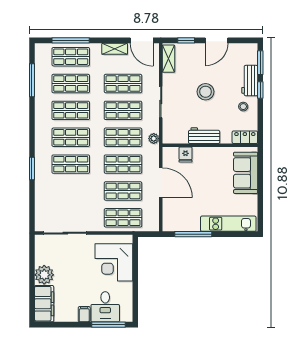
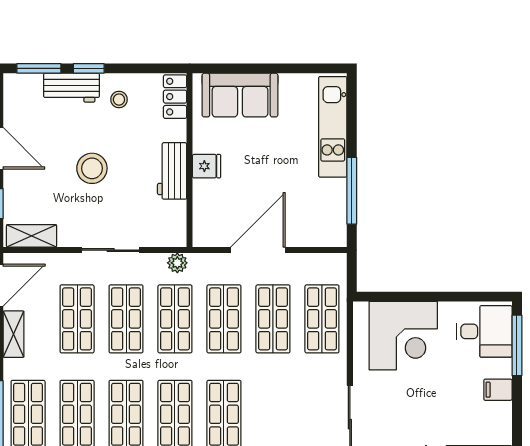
fridge: (185, 155) -> (207, 166), moved
desk: (105, 307) -> (484, 331), moved

